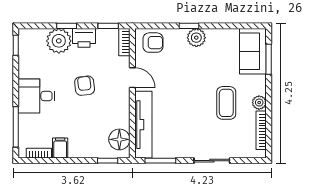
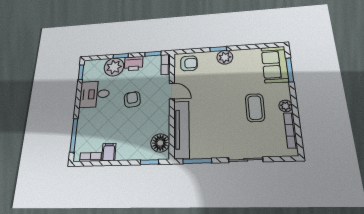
desk: (37, 96) -> (95, 94), moved

